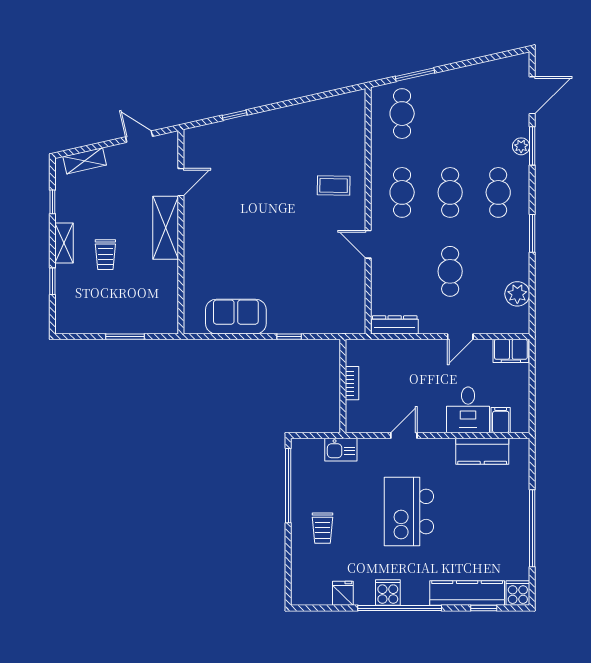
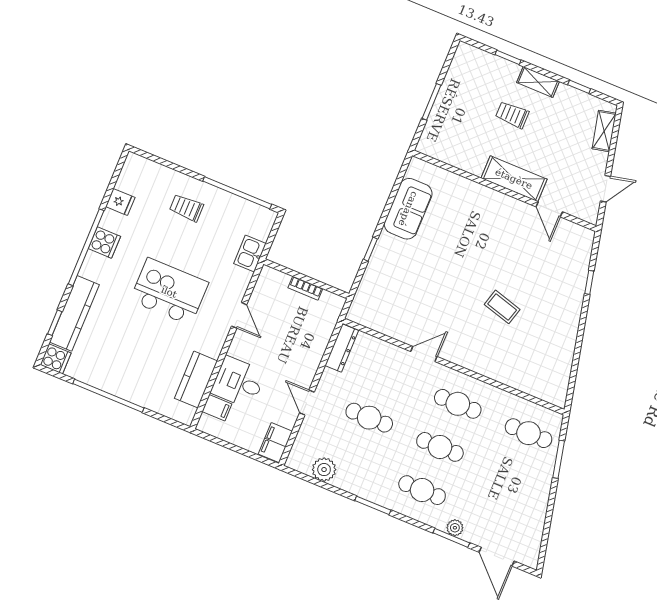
coffee table: (334, 186) -> (502, 307), moved, turned -75

